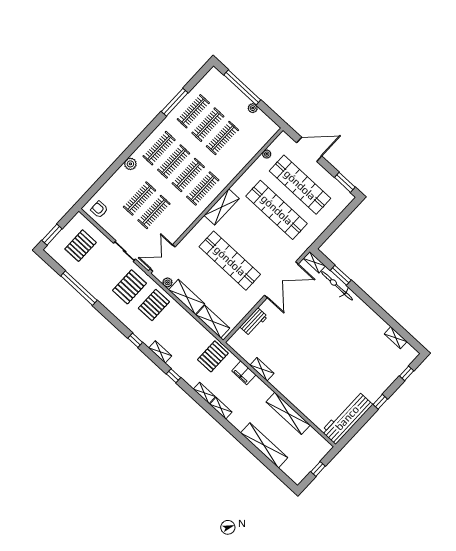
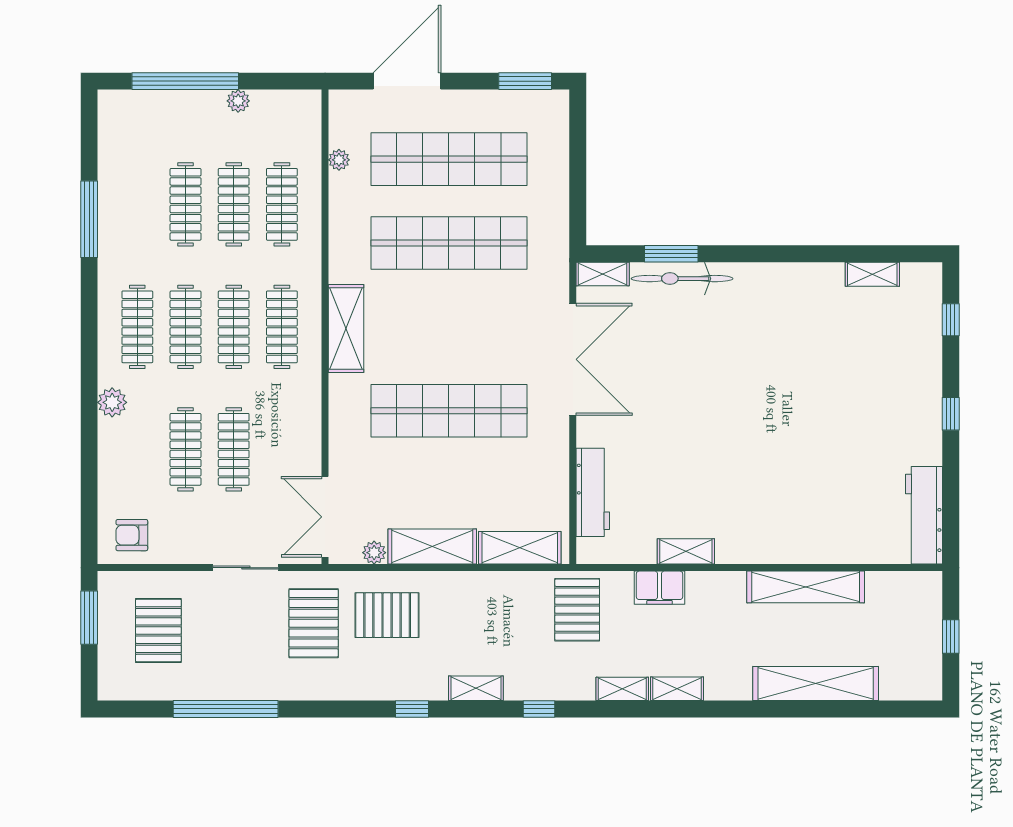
clothes rail: (193, 111) -> (282, 204), moved
window: (52, 235) -> (89, 618), moved
pallet: (154, 305) -> (387, 615), turned 90
workbench: (254, 322) -> (593, 492), width x1.38
workbench: (347, 418) -> (924, 515), width x0.73, depth x0.76

